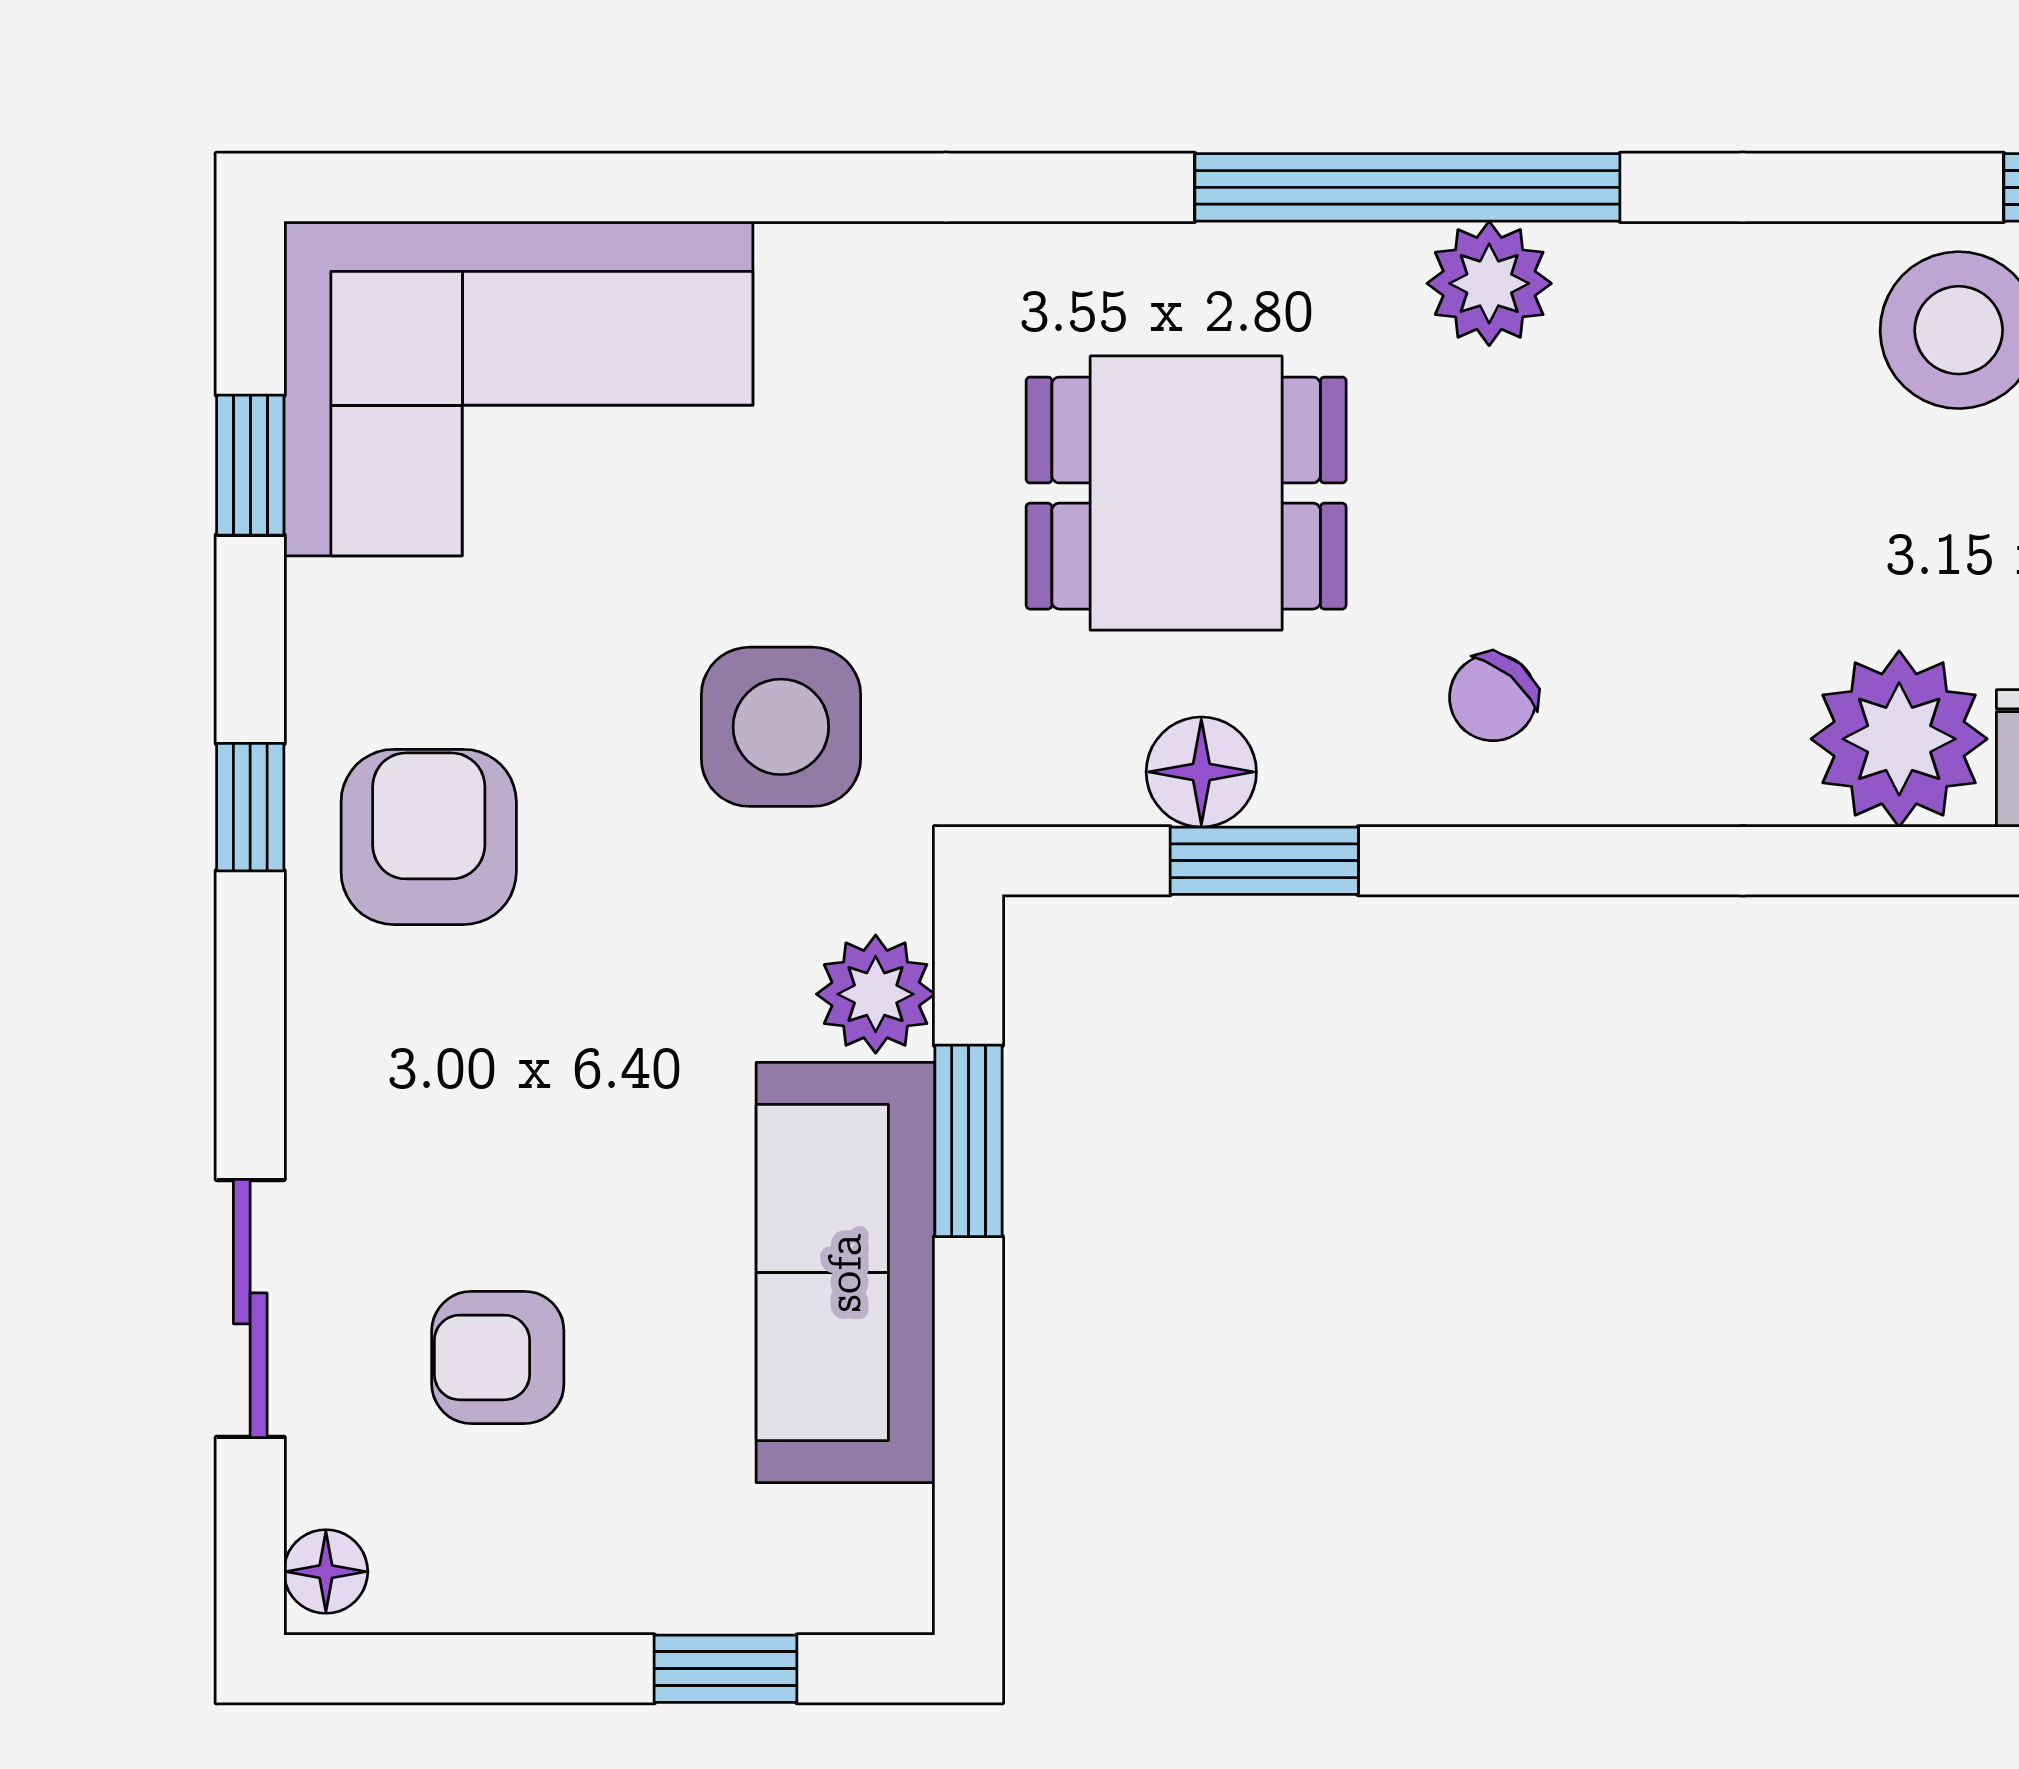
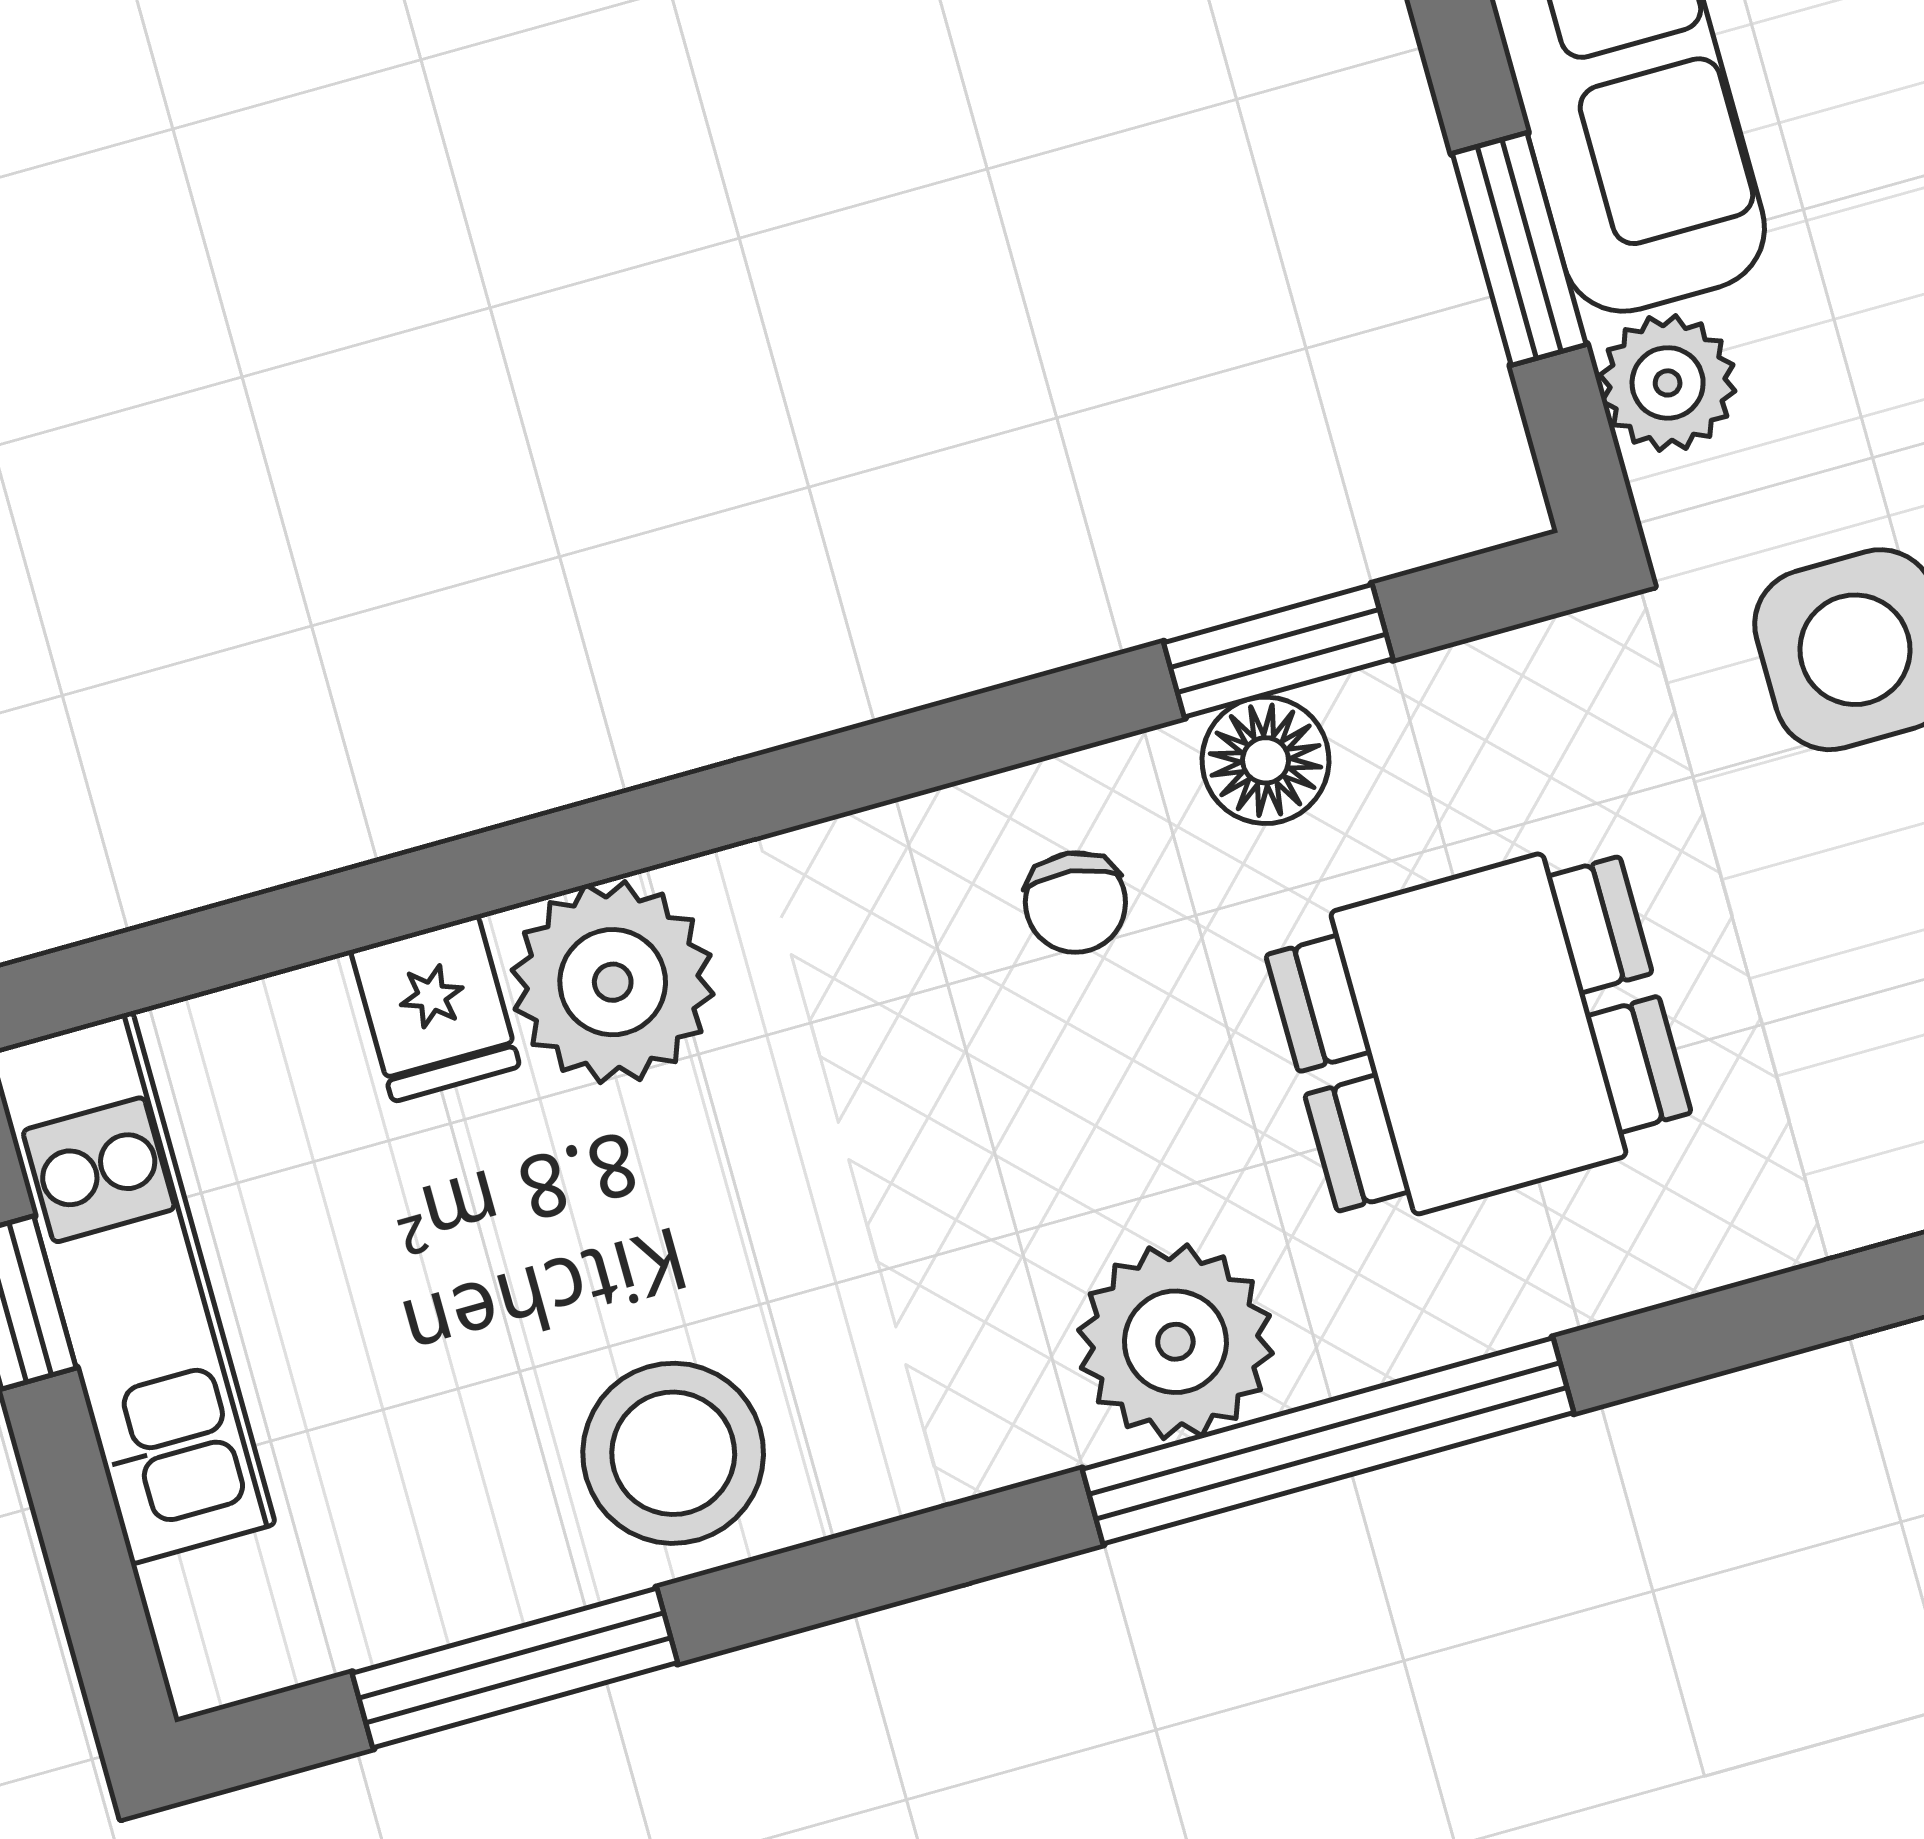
plant: (1489, 283) -> (1175, 1342), width x1.36, depth x1.36
chair: (1493, 697) -> (1075, 903), turned 147
floor lamp: (1201, 772) -> (1266, 760), moved

